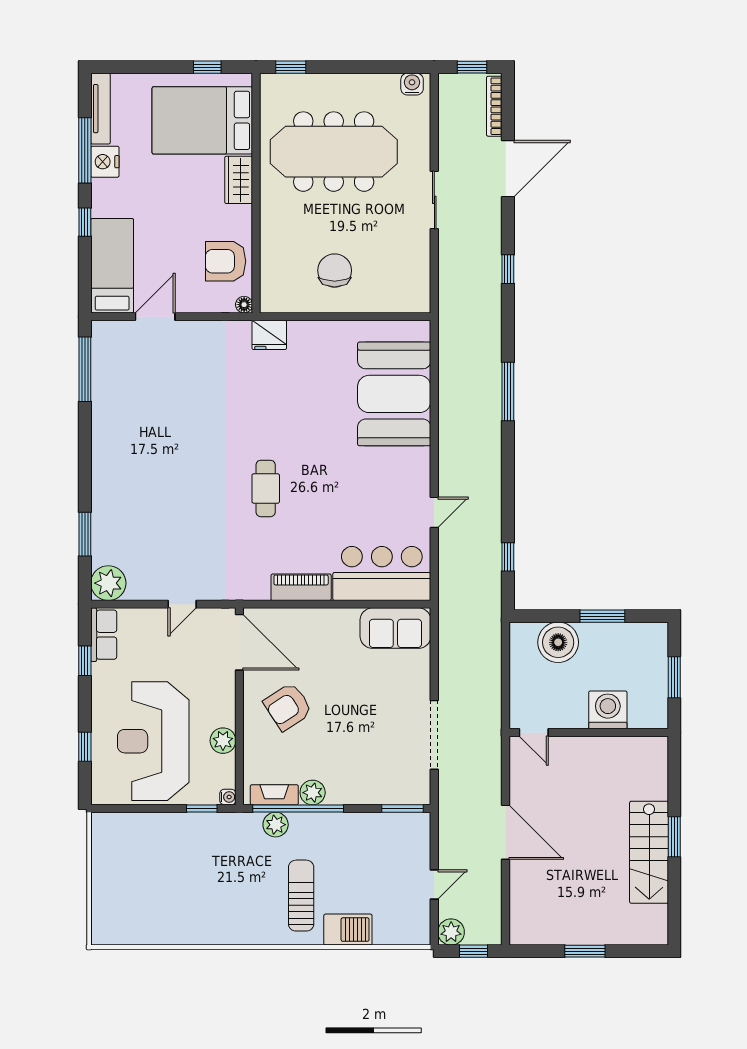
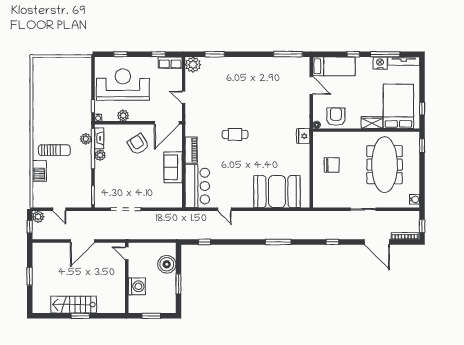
sofa: (395, 628) -> (173, 167), moved
door: (534, 733) -> (127, 253), hinge flipped

